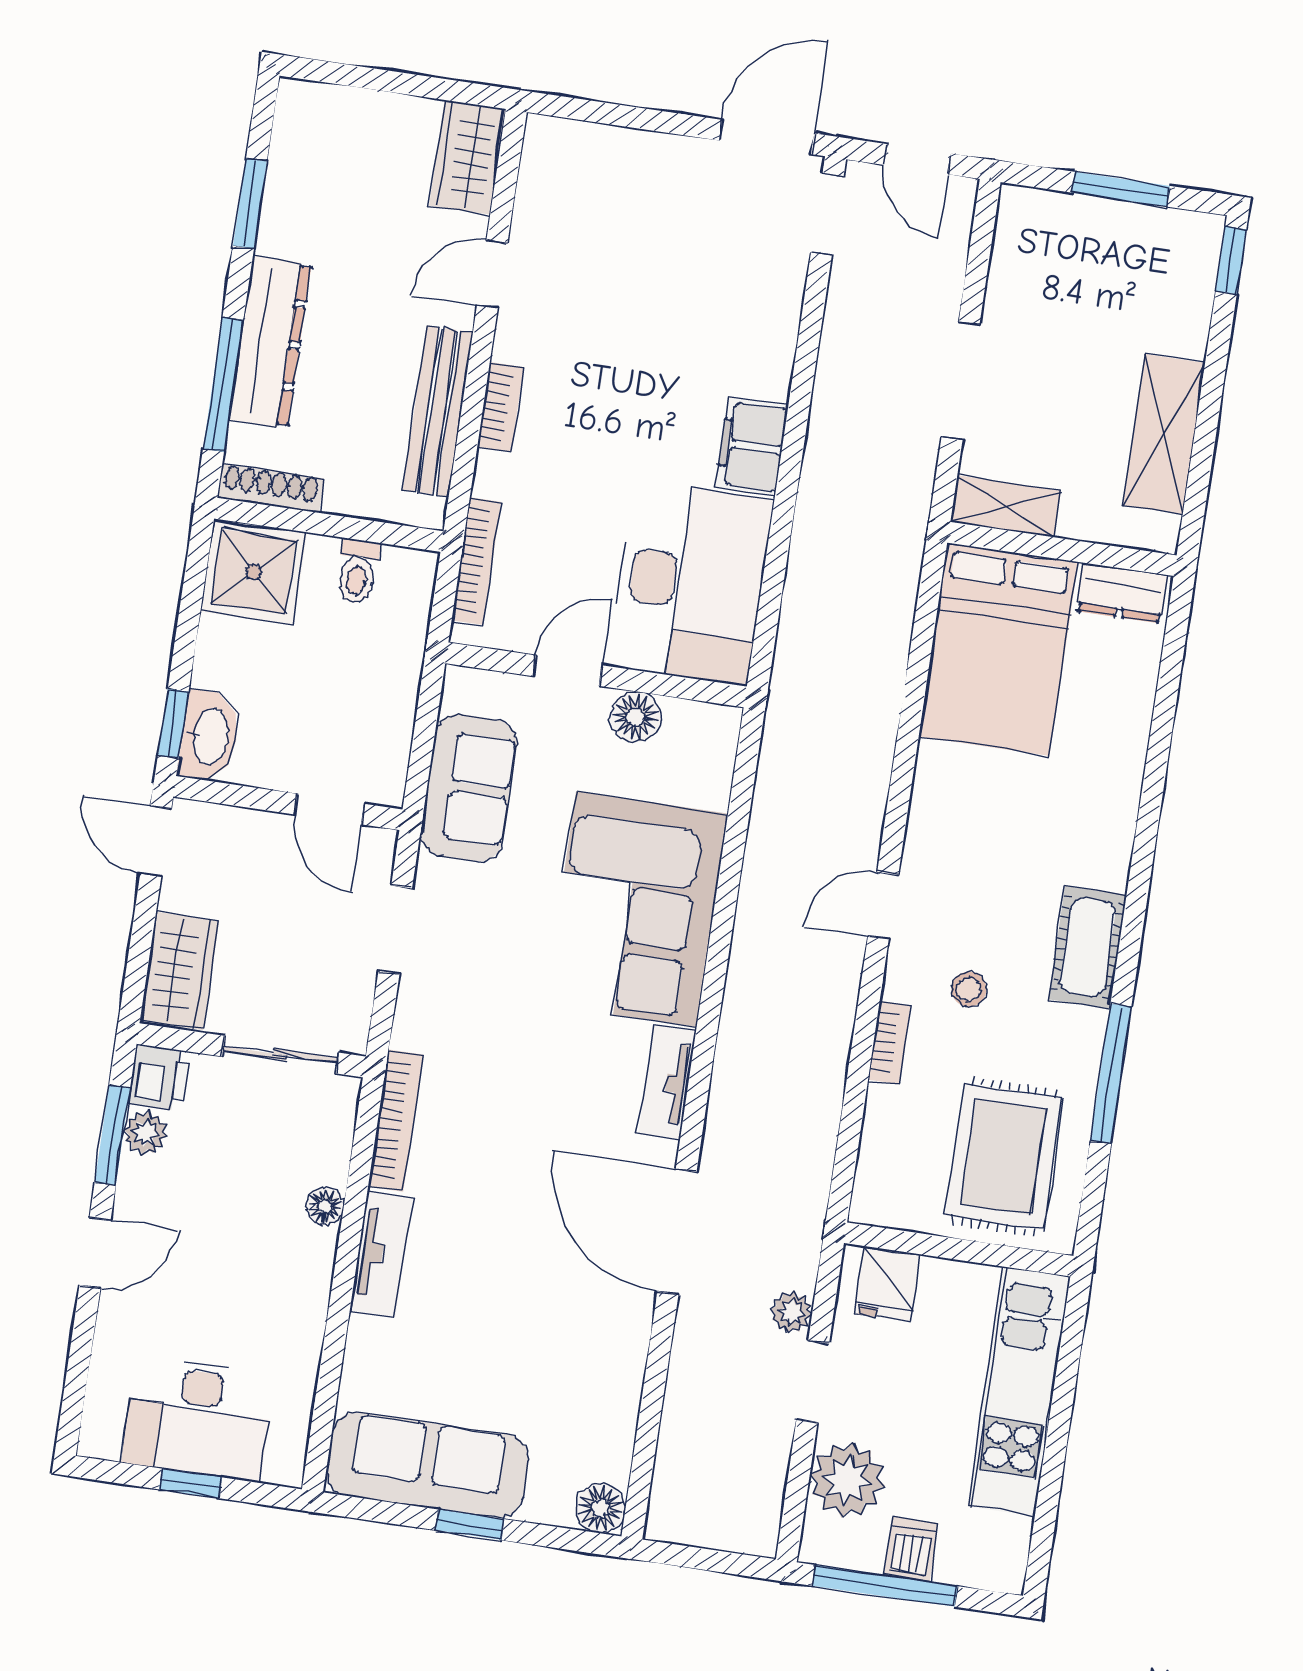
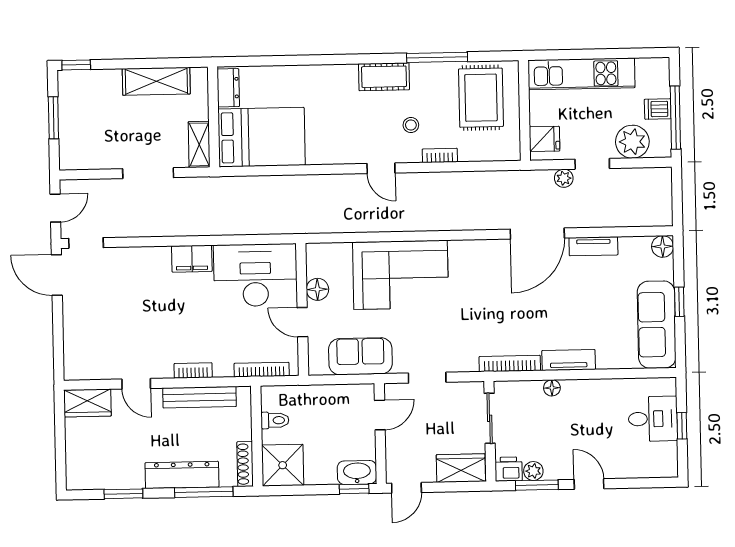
tv unit: (667, 1083) -> (593, 246), moved
rug: (1004, 1157) -> (481, 98), turned 90
desk: (198, 1418) -> (653, 419), width x0.73

